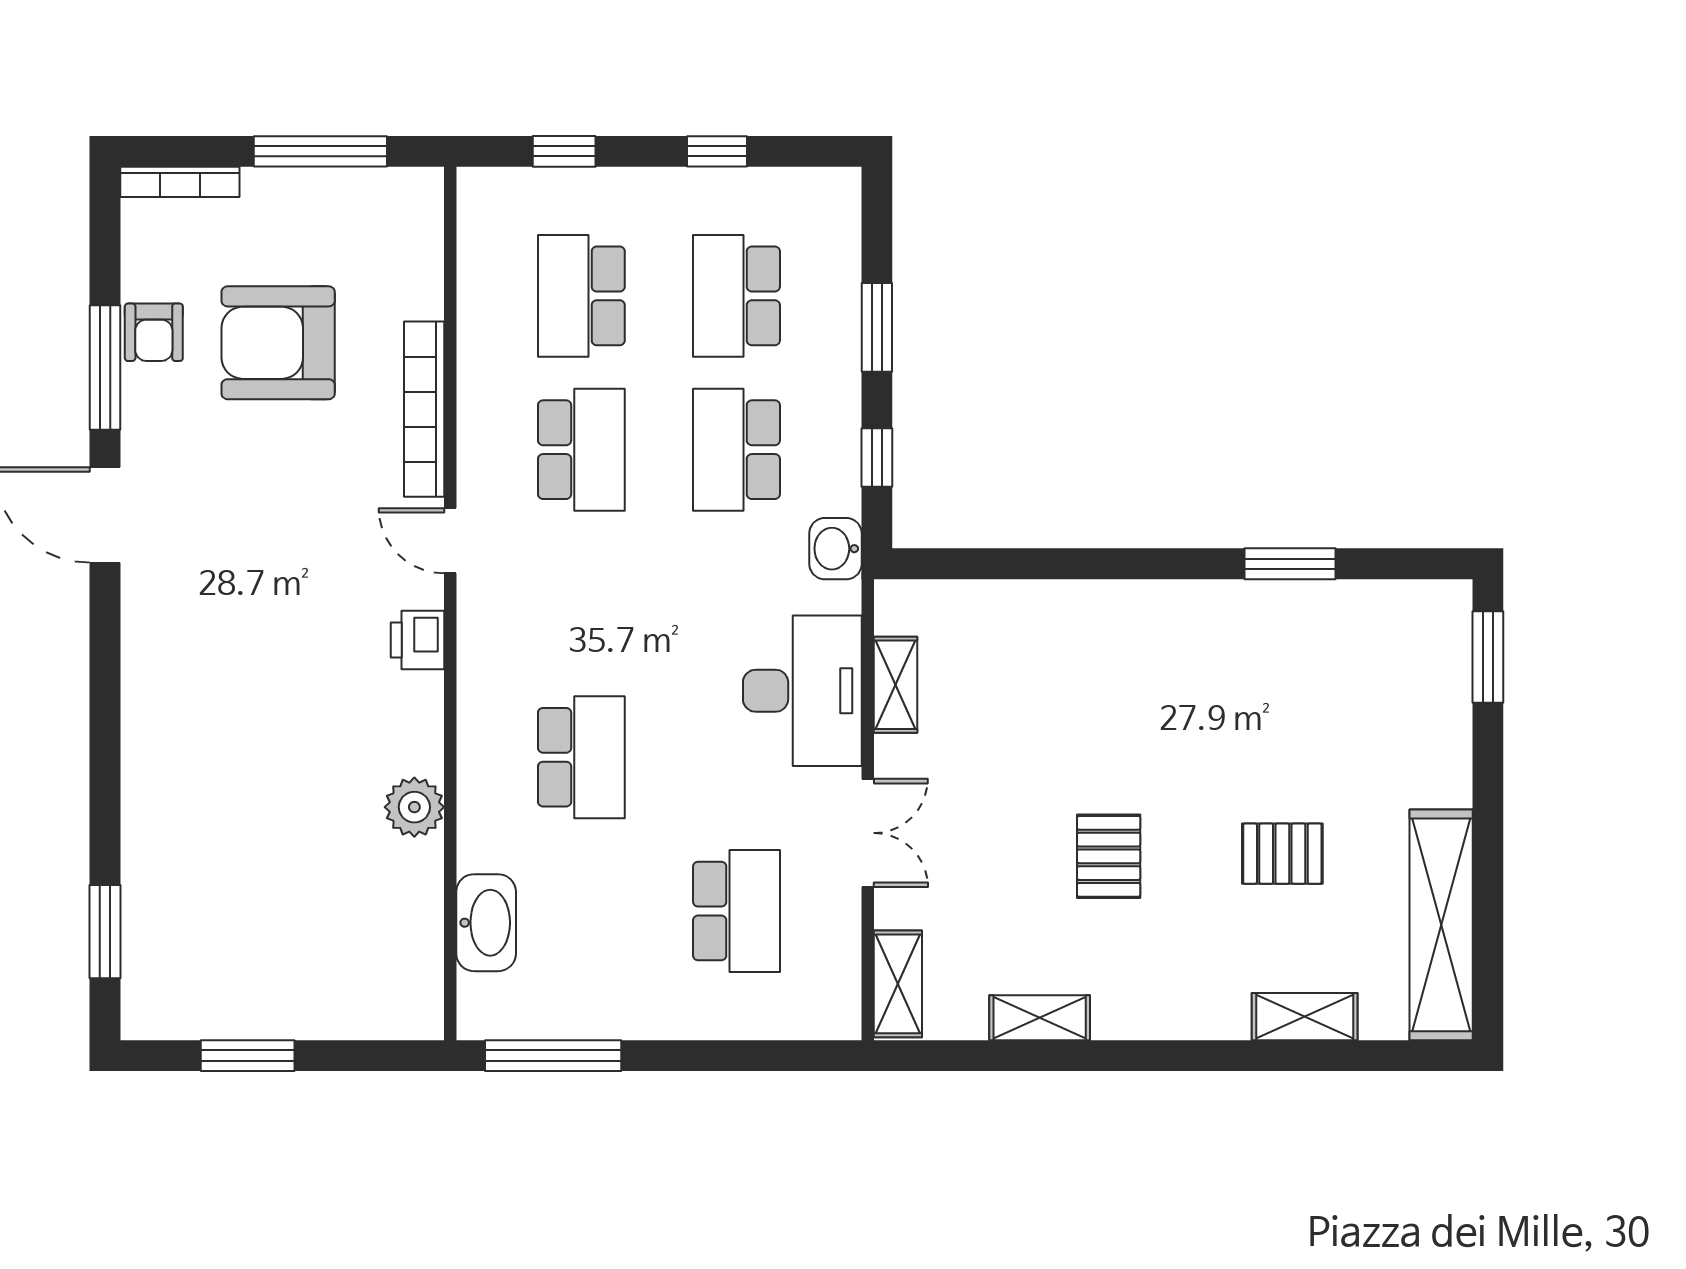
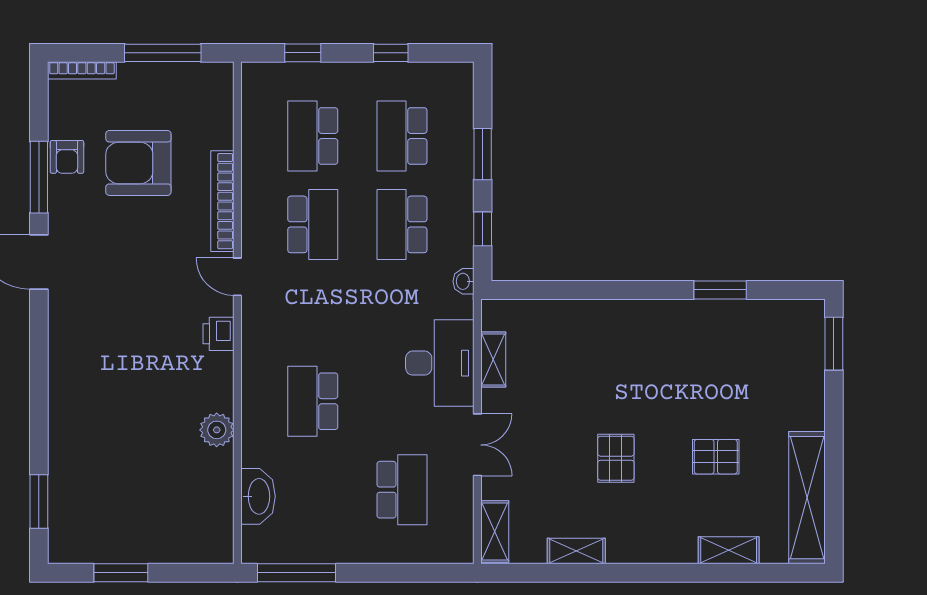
washbasin: (835, 549) -> (464, 281), width x0.72, depth x0.69
school desk: (581, 757) -> (313, 401), turned 180

